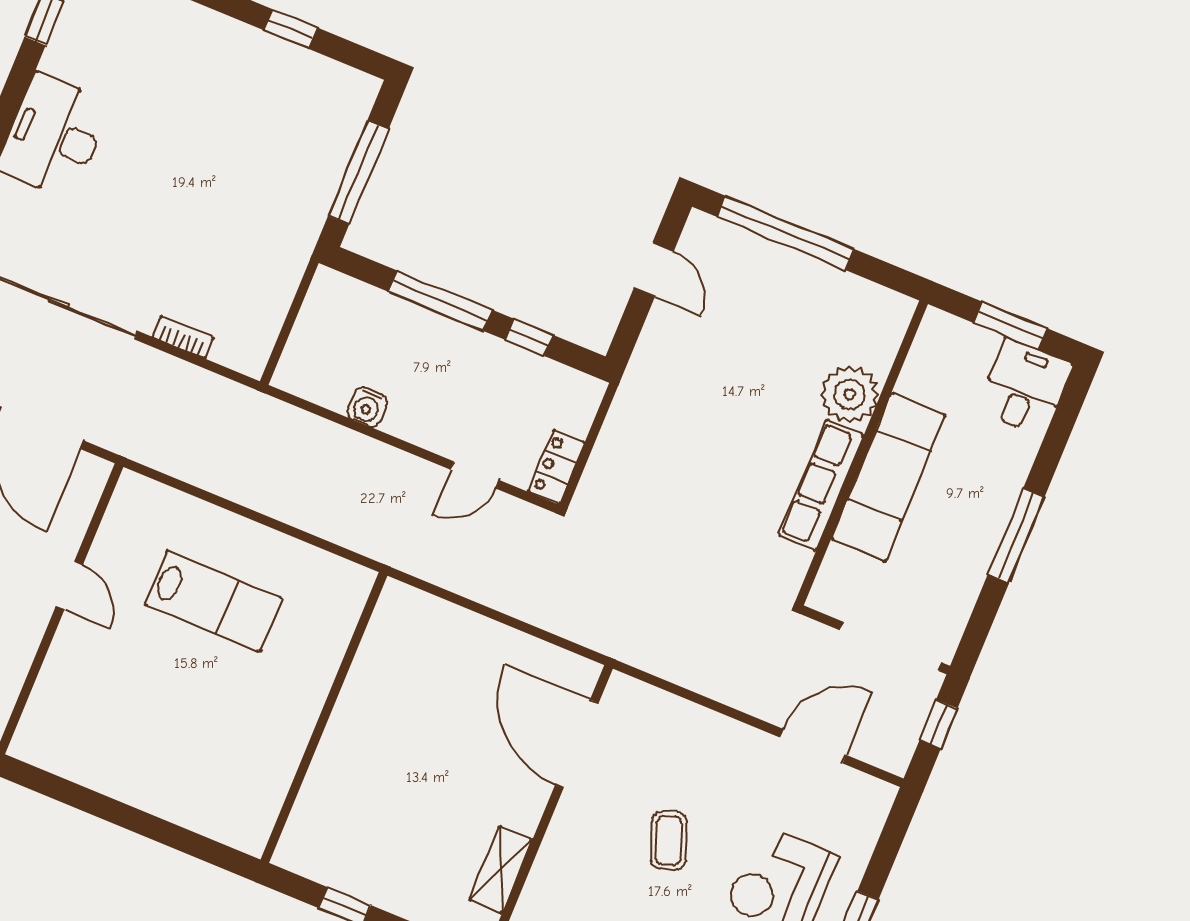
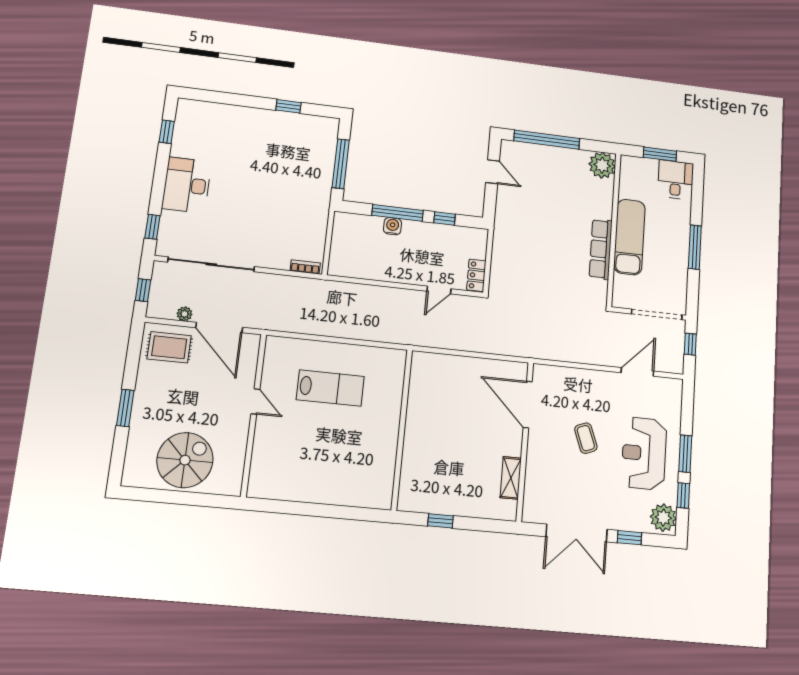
bookcase: (183, 337) -> (305, 267), moved
plant: (850, 394) -> (602, 165), moved
water cooler: (367, 407) -> (393, 226), moved, turned 180

